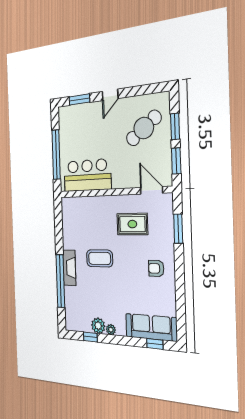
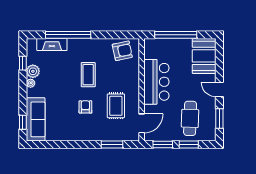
window: (79, 99) -> (219, 119), moved
booth: (76, 119) -> (204, 56), added
cafe table: (144, 128) -> (190, 118), turned 39
bar counter: (87, 175) -> (156, 82), moved
armchair: (74, 217) -> (122, 51), added
fireplace: (69, 268) -> (52, 44), moved
armchair: (156, 268) -> (85, 107), moved

